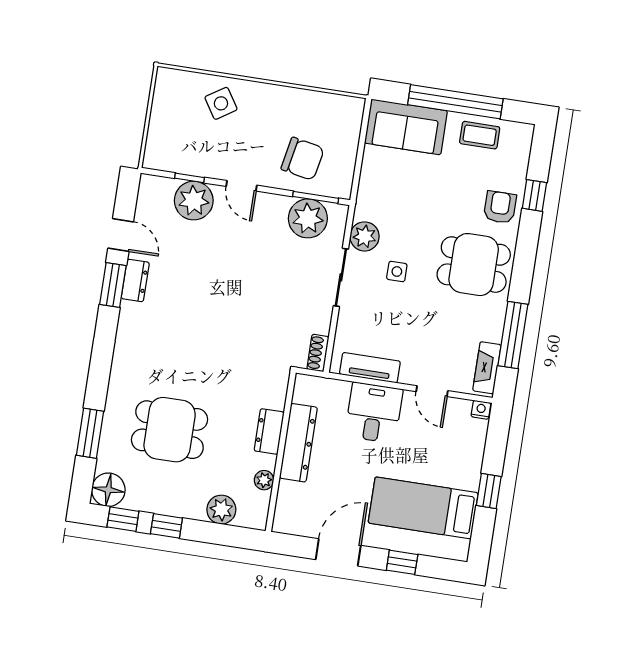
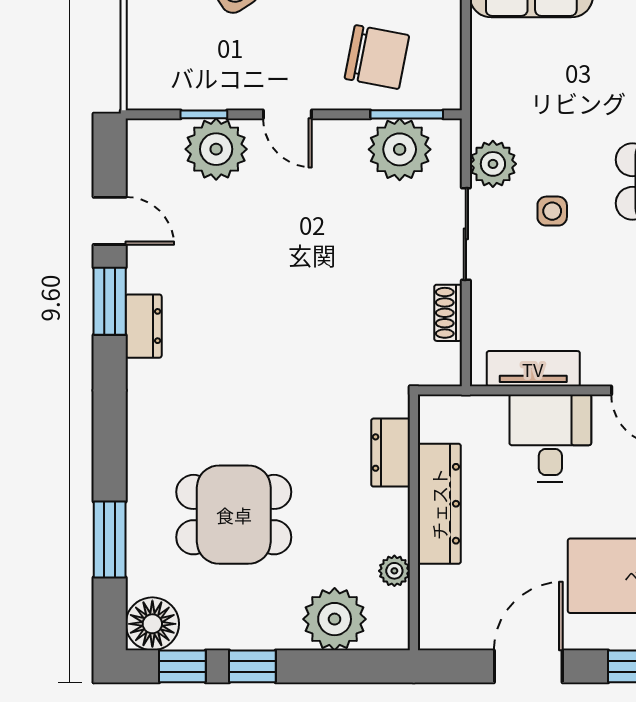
dresser: (135, 280) -> (144, 326), moved
shoe rack: (318, 353) -> (448, 313), moved
dresser: (269, 431) -> (391, 453), moved
plant: (221, 510) -> (335, 619), width x1.36, depth x1.36

